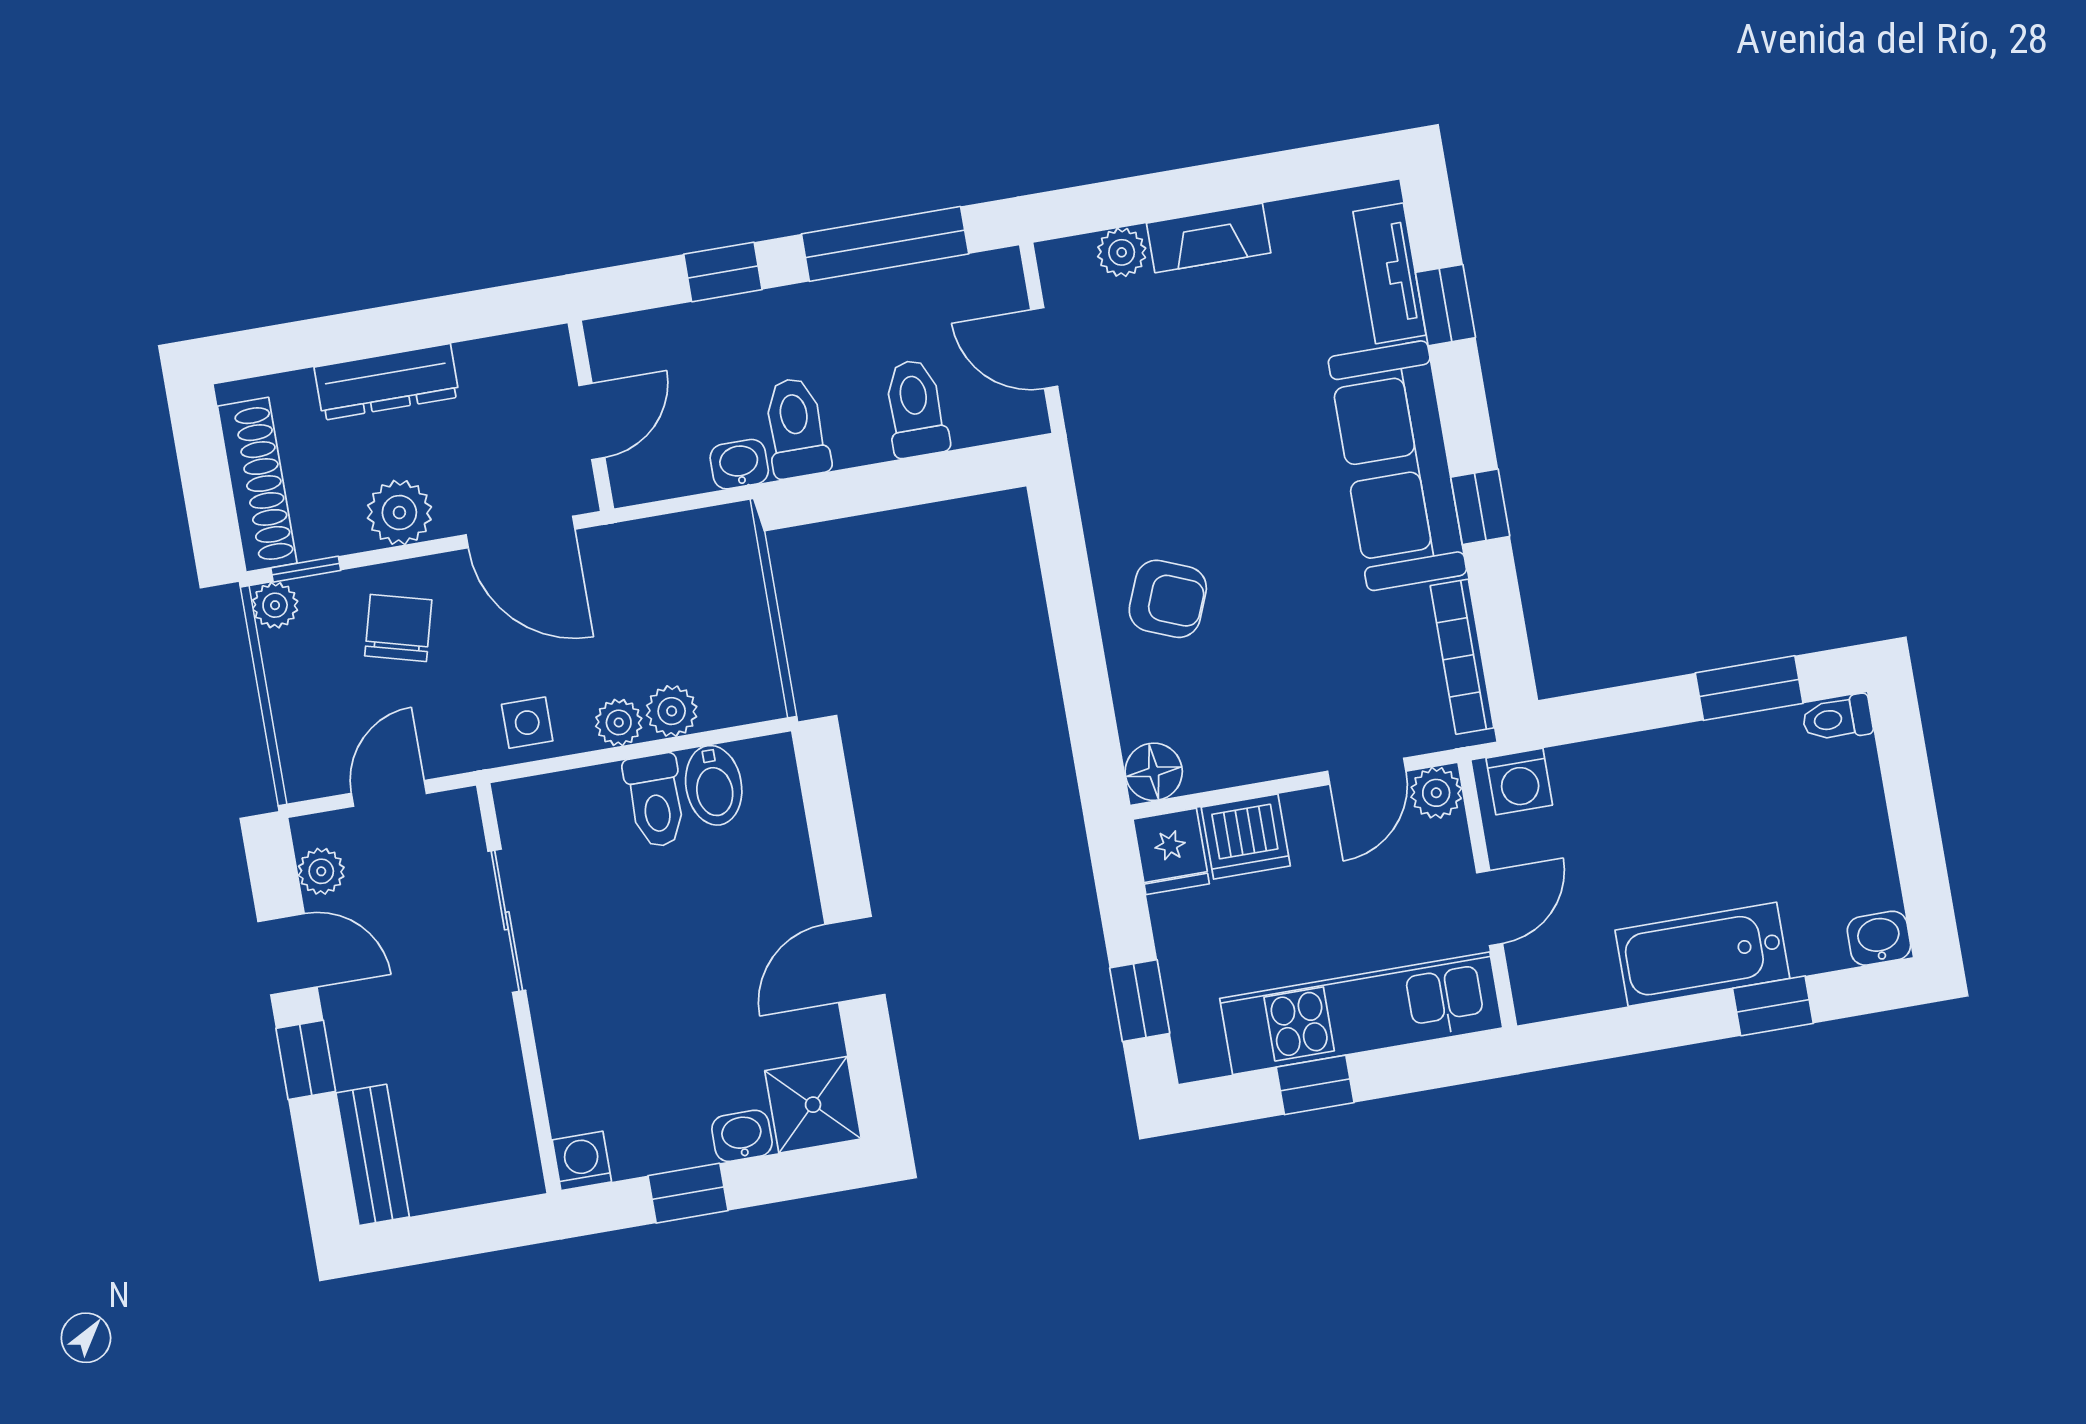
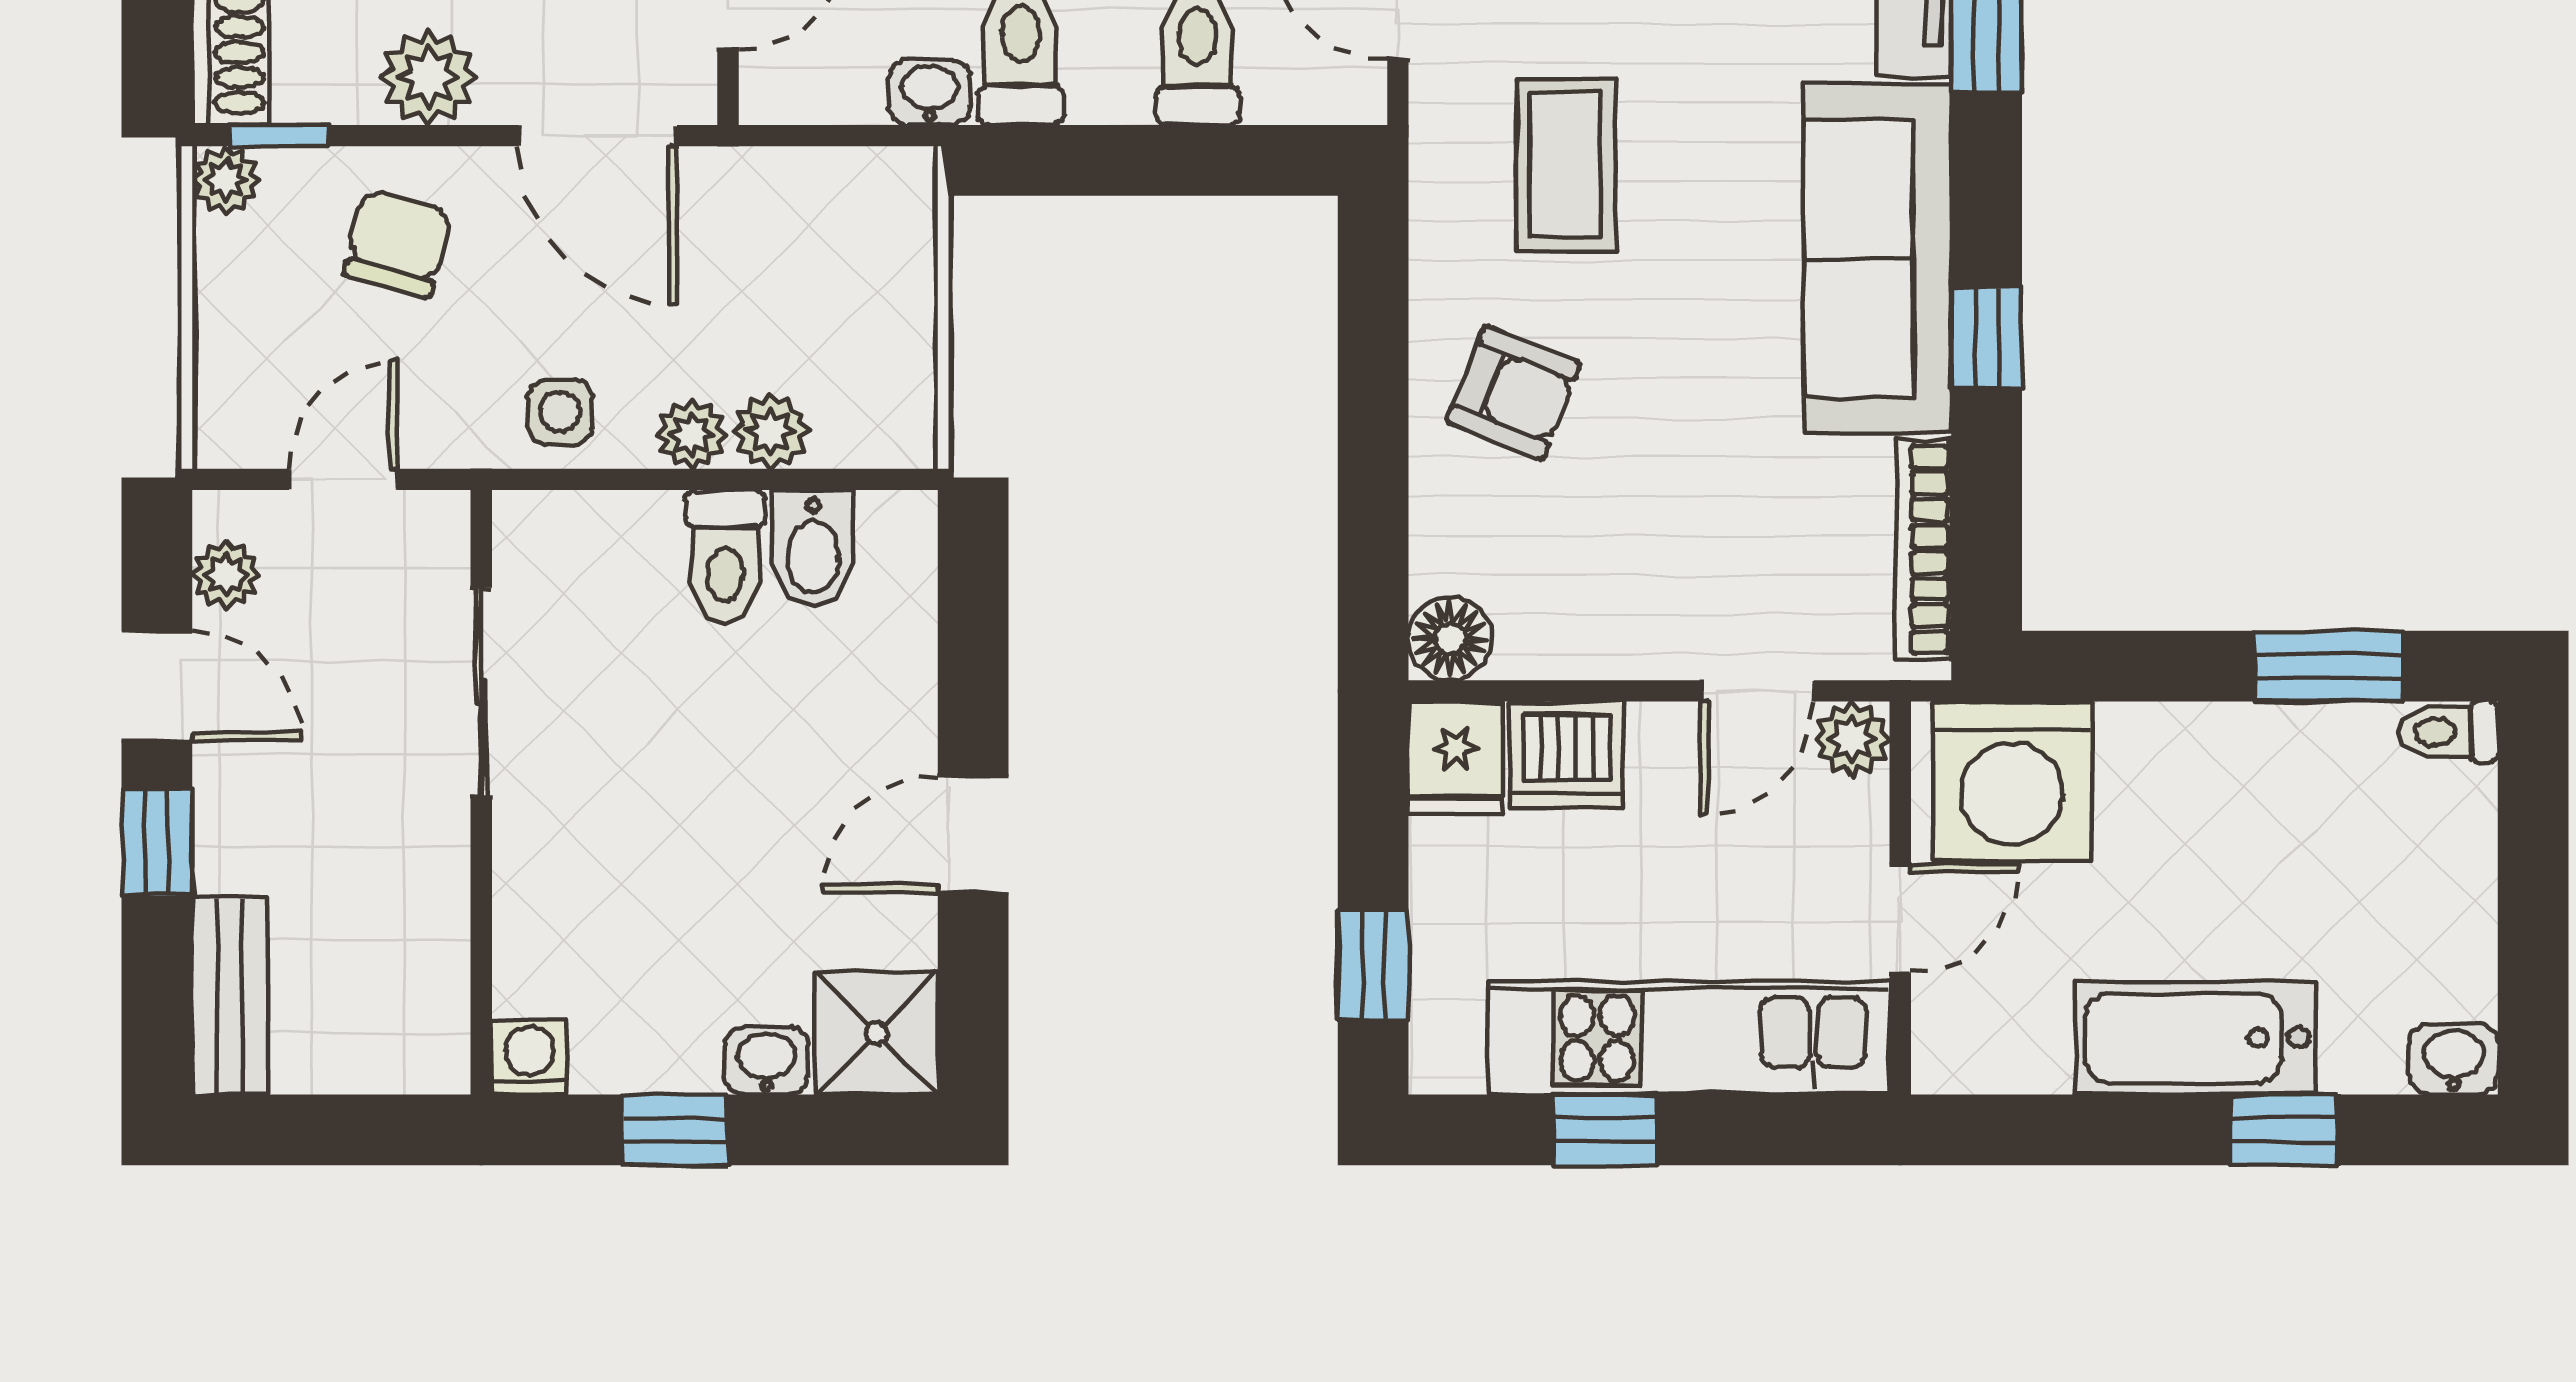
coffee table: (1176, 440) -> (1565, 166), added
washing machine: (1519, 782) -> (2012, 781), width x1.89, depth x1.89

